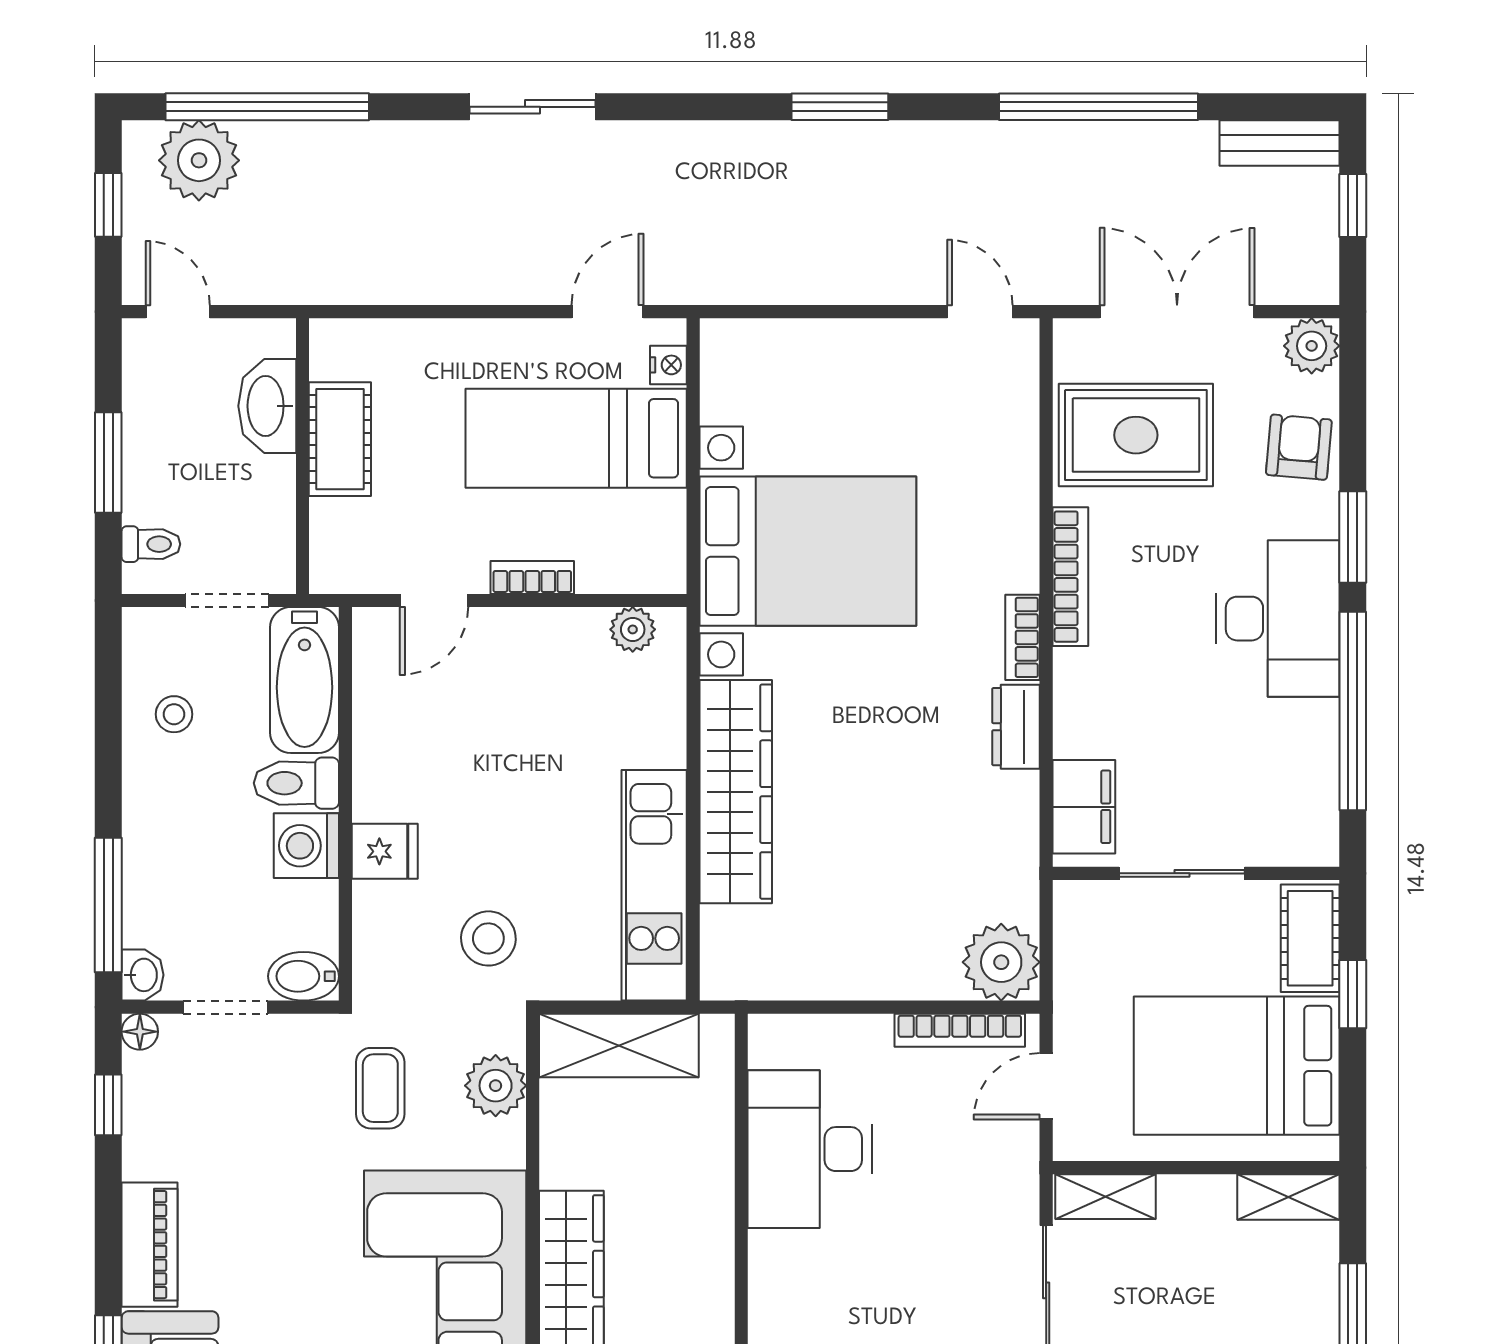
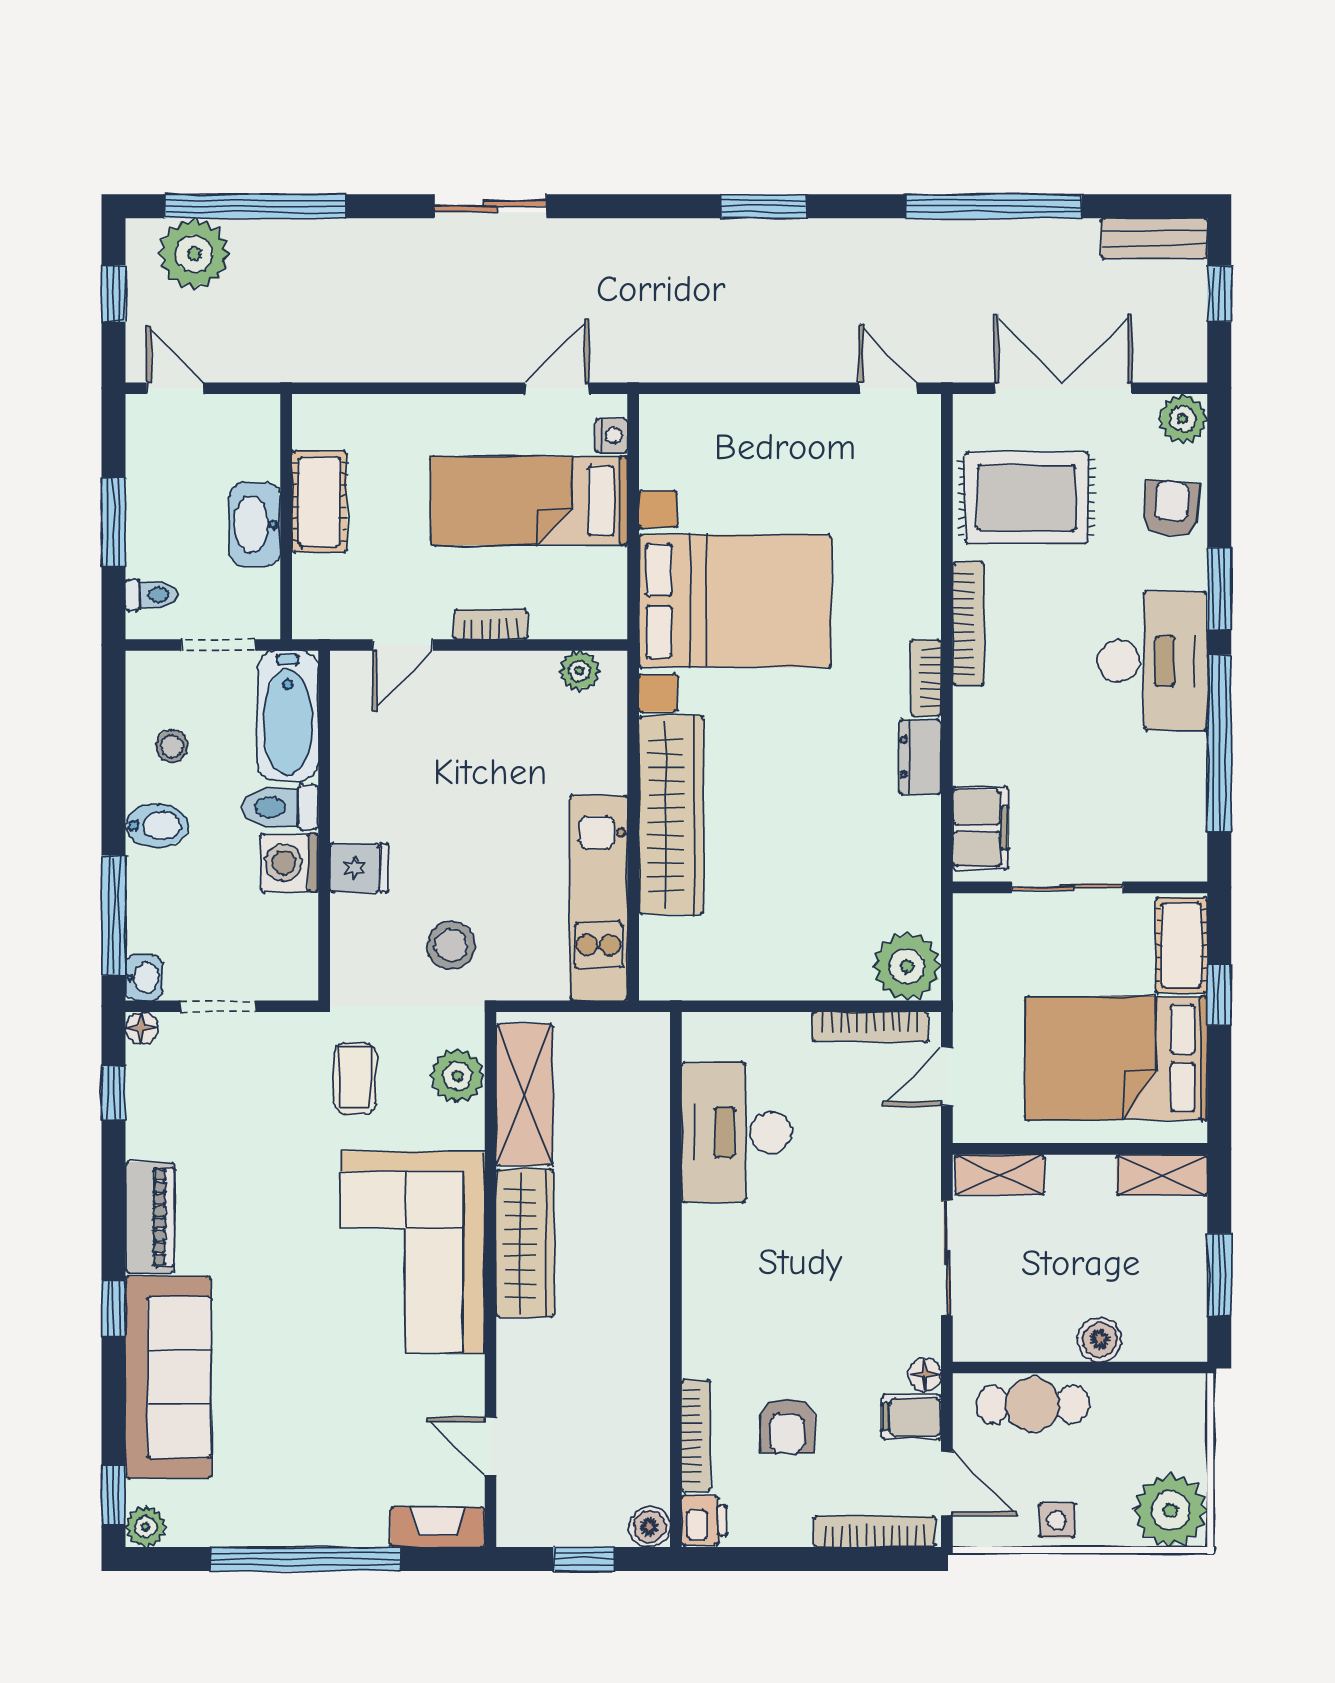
washbasin: (267, 406) -> (255, 524), moved
bidet: (304, 976) -> (157, 826), moved, turned 180
shelving: (619, 1045) -> (525, 1095), moved, turned 90

